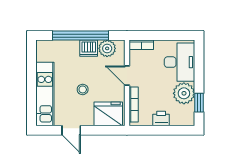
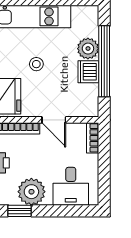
plant: (107, 48) -> (88, 49), moved
desk: (180, 62) -> (71, 186), width x0.73
door: (127, 76) -> (54, 120), swing flipped

